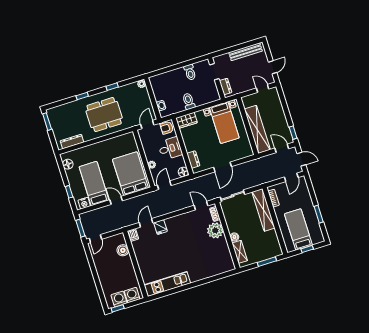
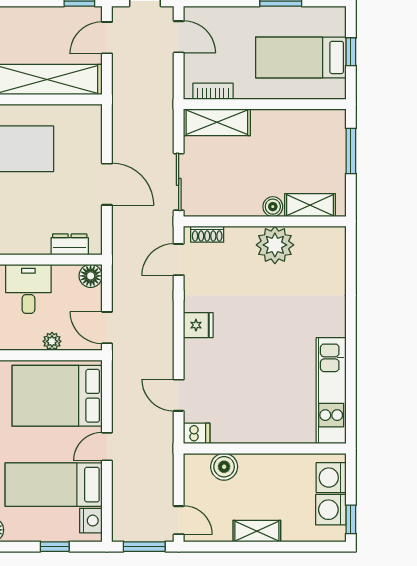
shelving: (263, 210) -> (217, 122), width x0.68
fridge: (161, 227) -> (198, 325), moved
plant: (215, 230) -> (275, 245), moved
shelving: (101, 272) -> (257, 531), added

